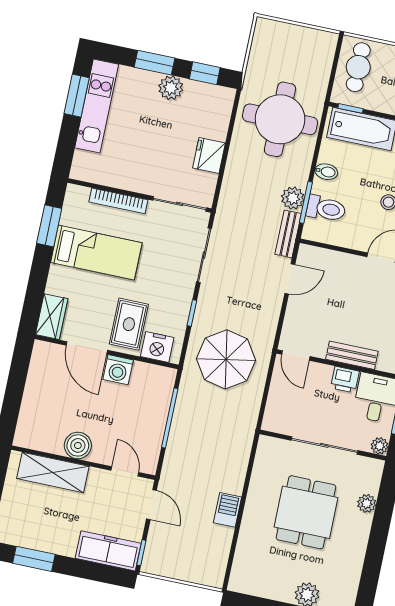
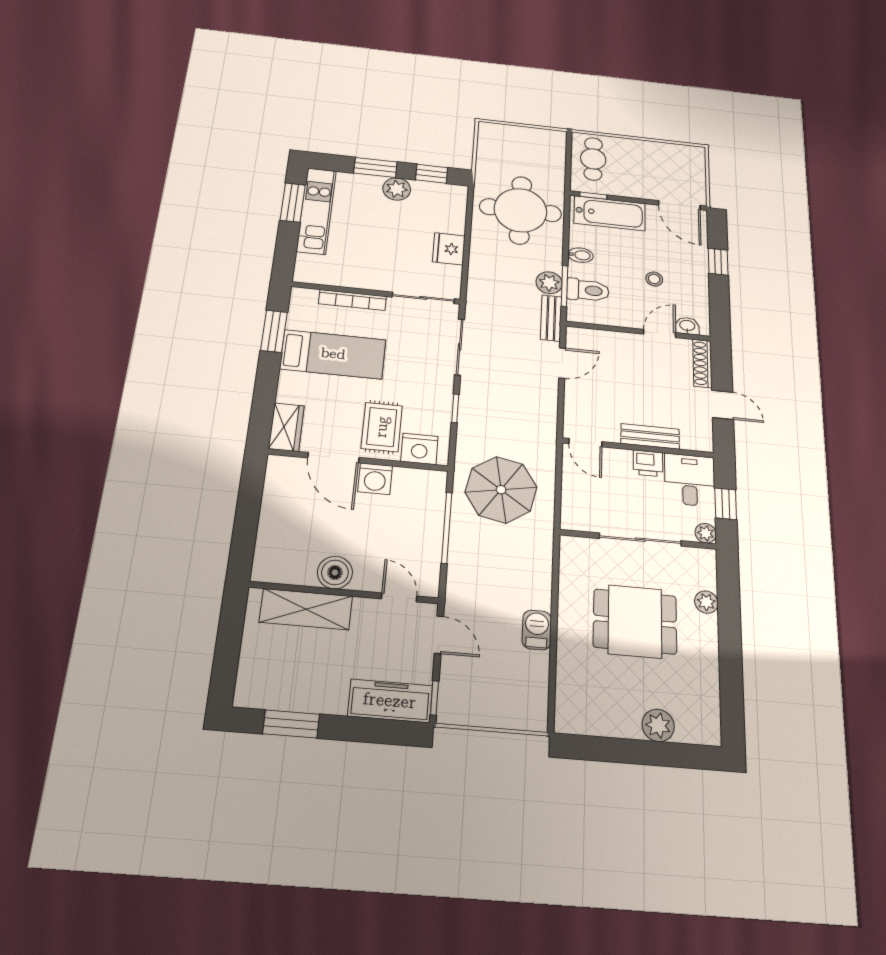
parasol: (226, 359) -> (501, 490), moved
dining table: (306, 512) -> (635, 621), turned 90

